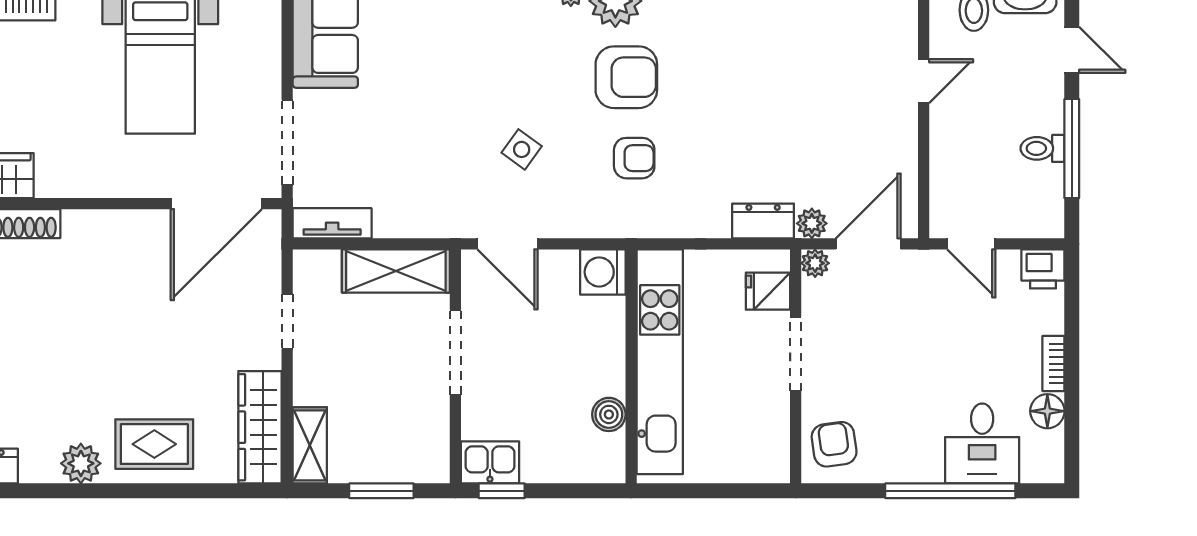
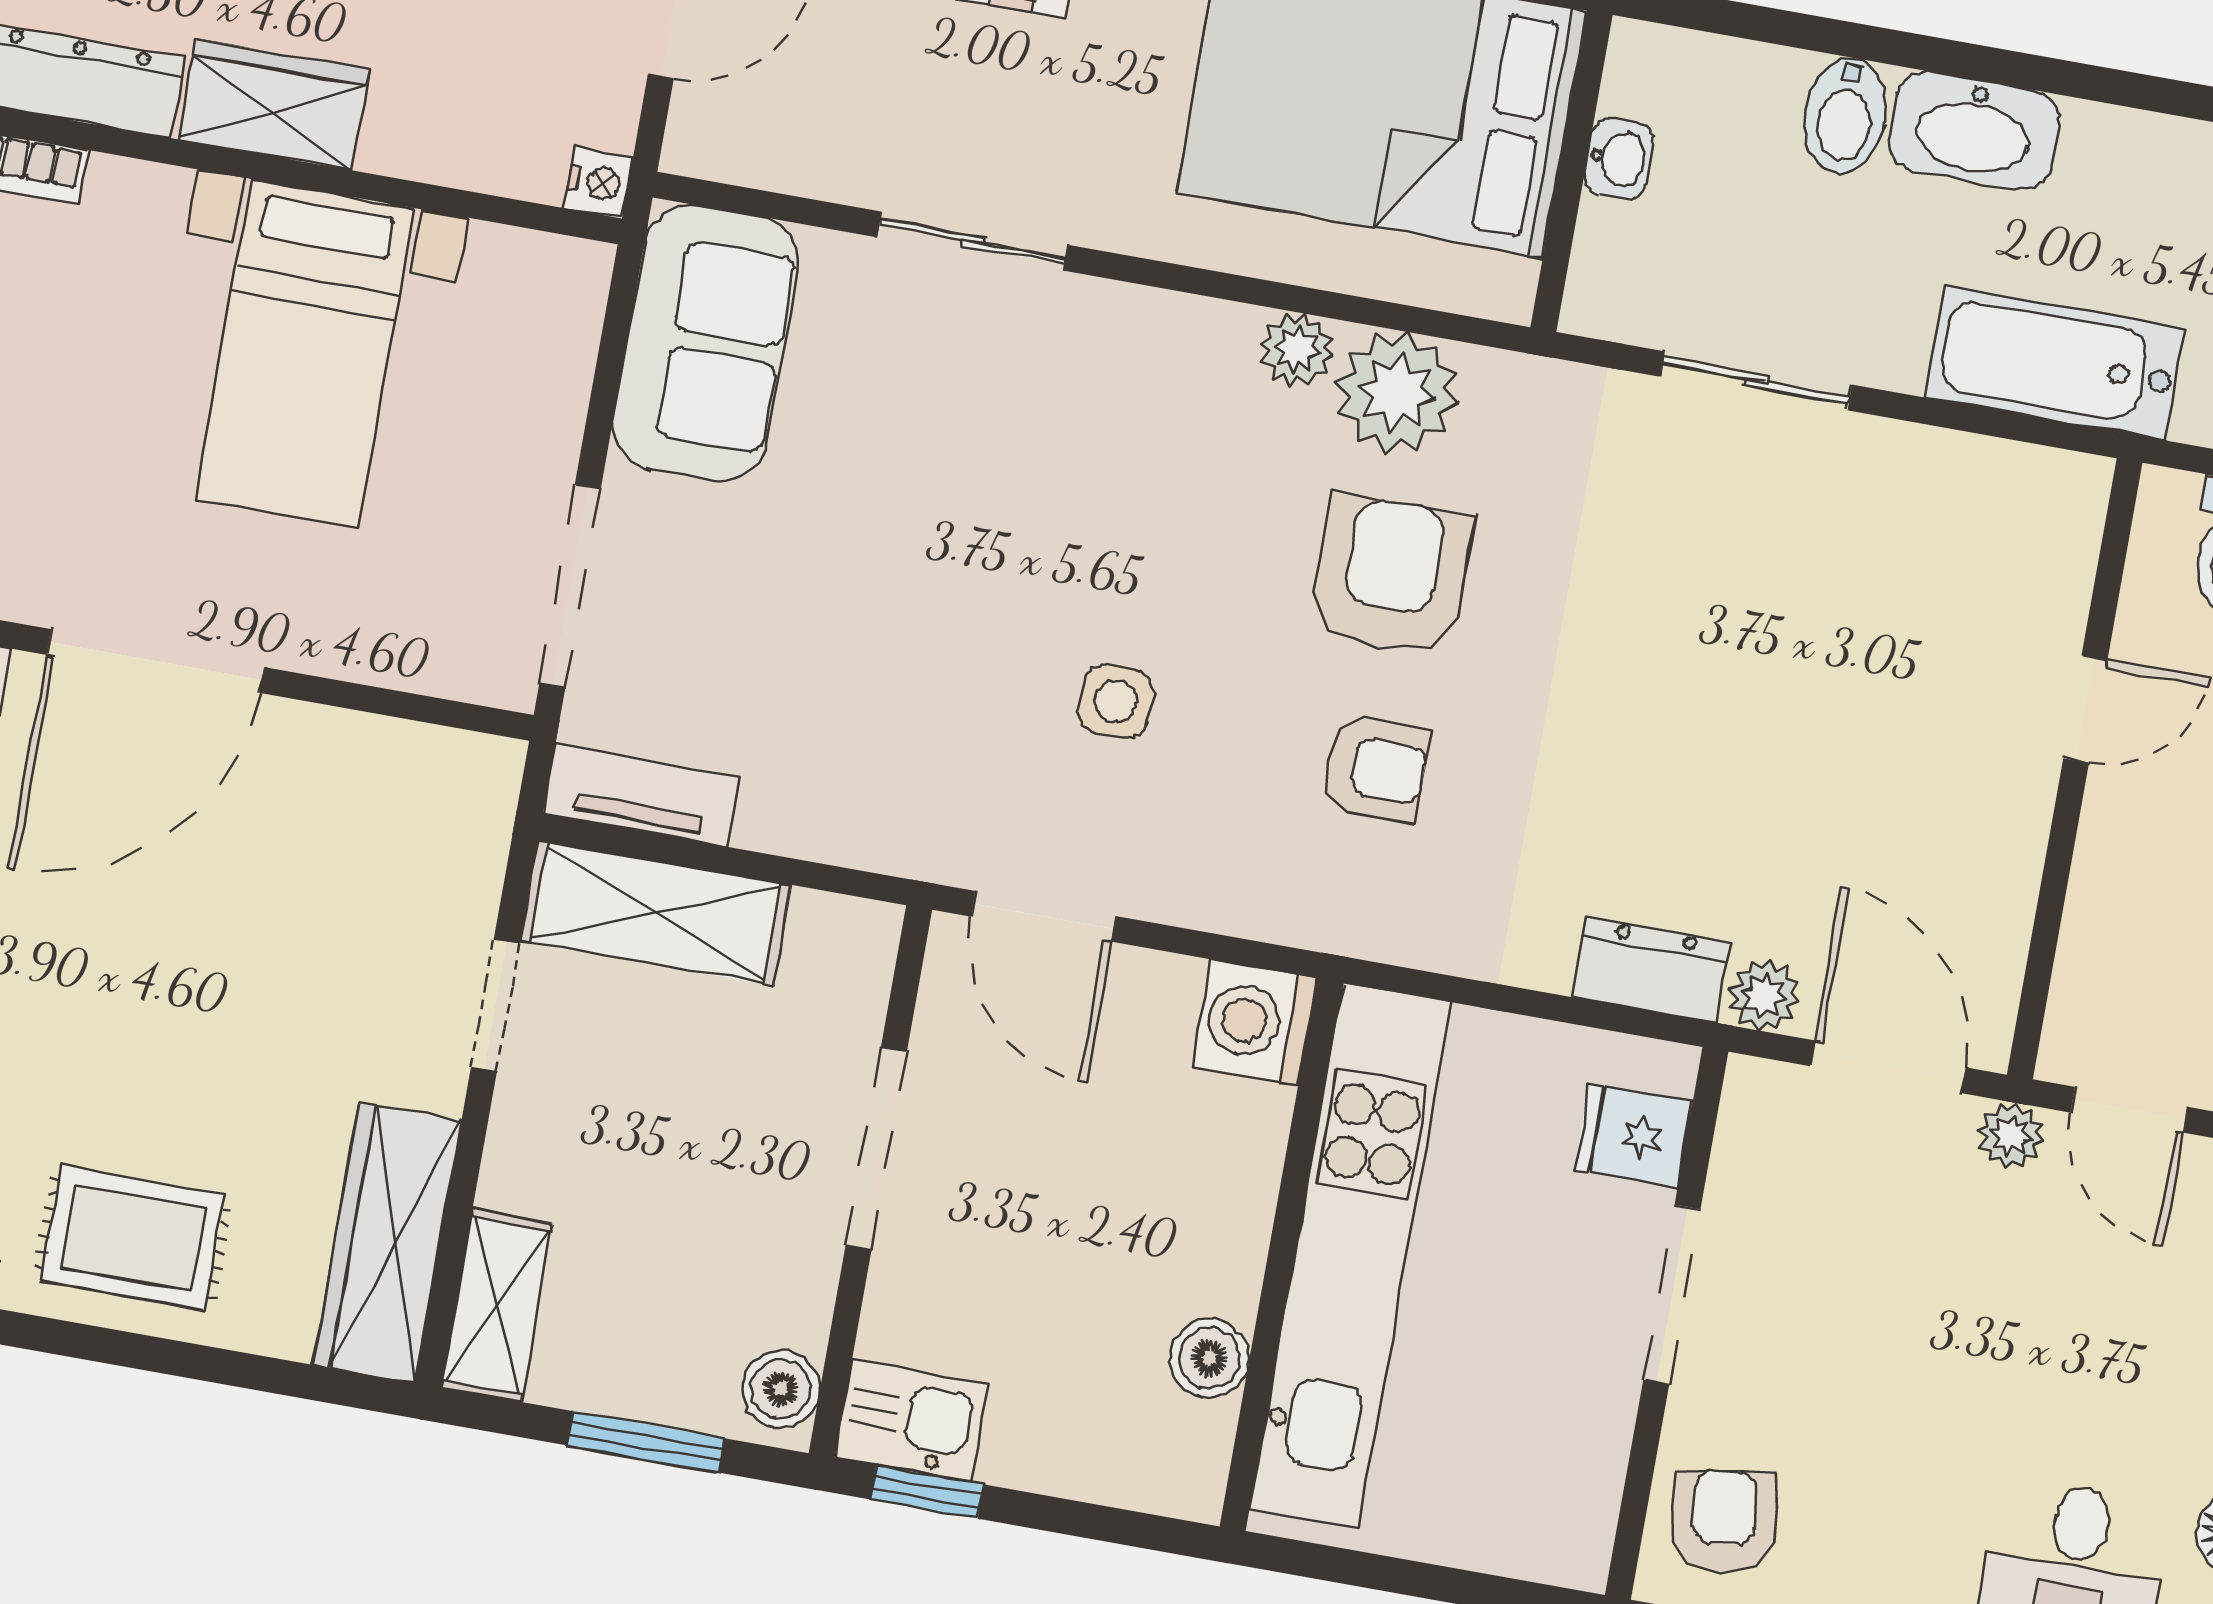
armchair: (626, 77) -> (1391, 576), turned -90
side table: (522, 149) -> (1116, 701), turned -36
door: (216, 204) -> (155, 661), moved
door: (868, 244) -> (1888, 1067), hinge flipped
plant: (815, 263) -> (2011, 1135), moved
shelving: (396, 271) -> (656, 913), moved
boiler: (434, 459) -> (781, 1389), added

